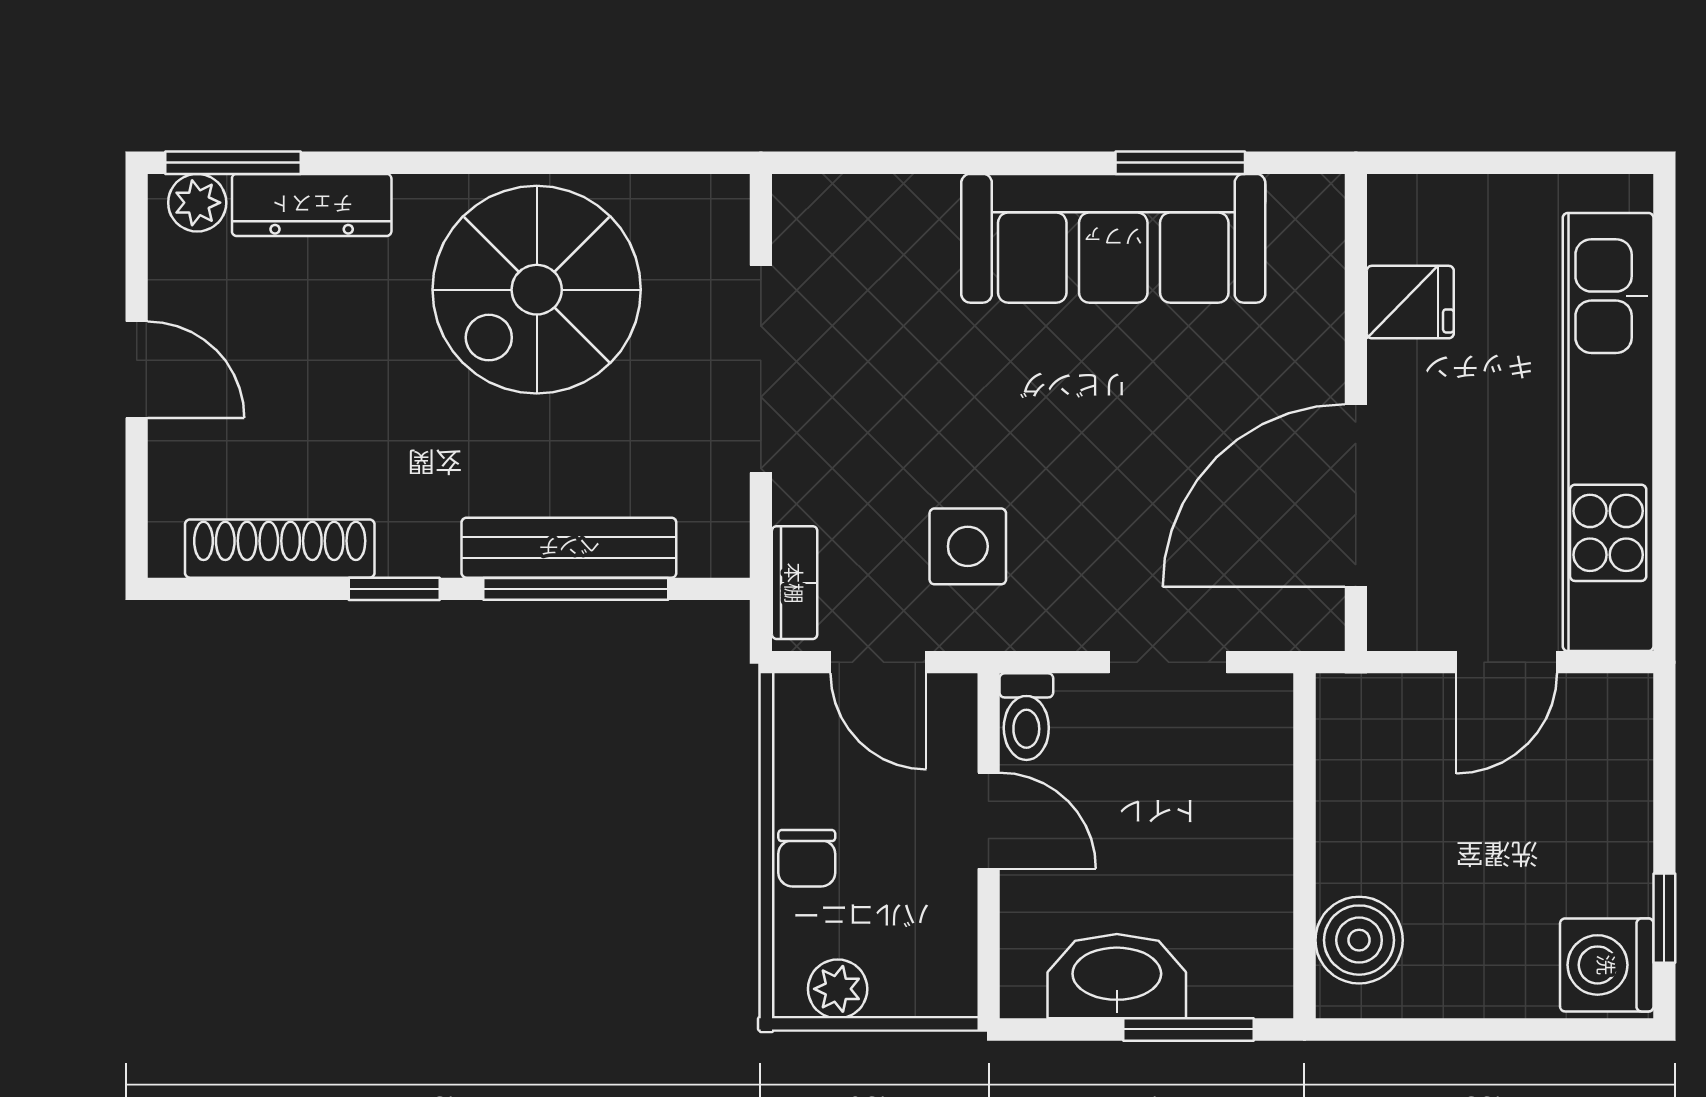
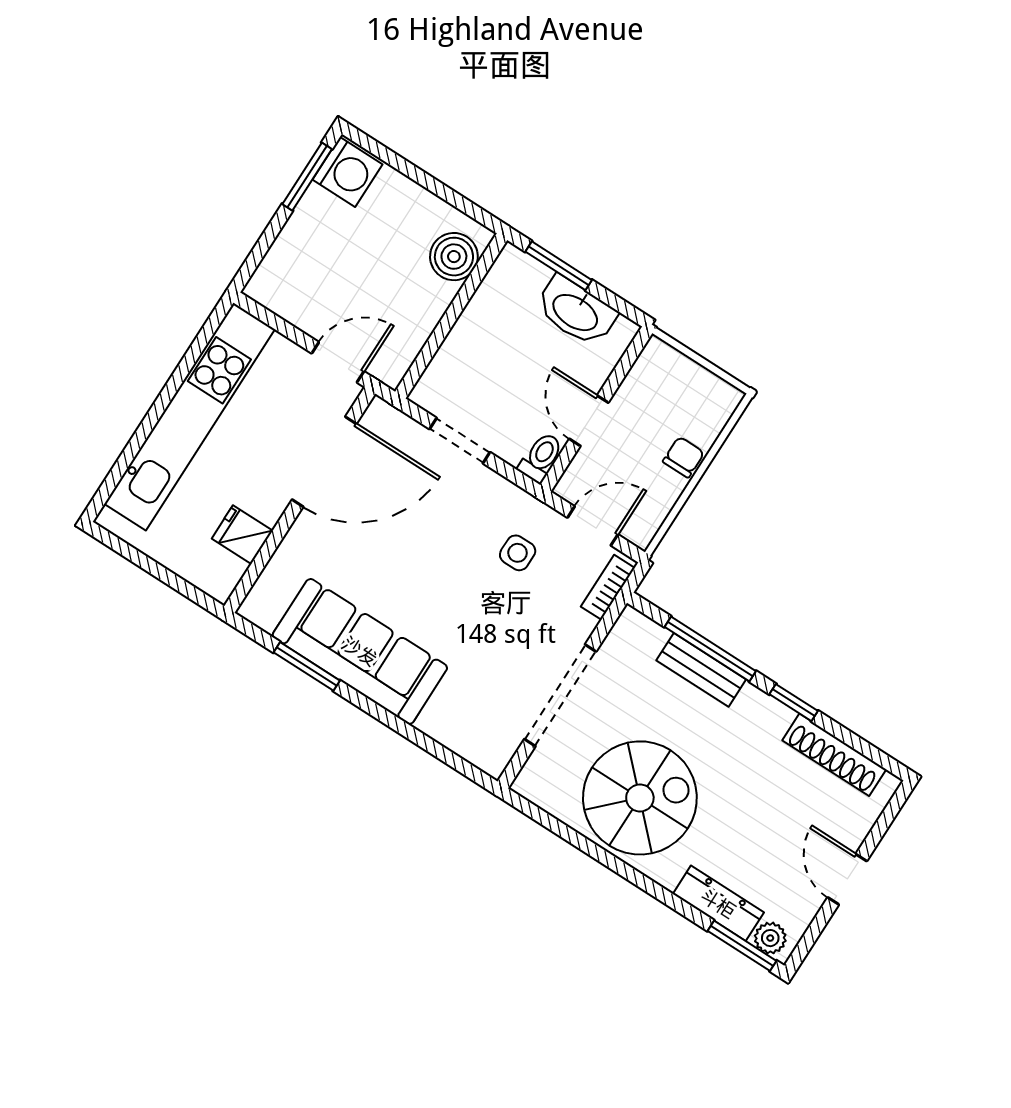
side table: (968, 546) -> (518, 553), width x0.73, depth x0.73
bench: (569, 548) -> (701, 670), width x0.73
door: (878, 662) -> (593, 526), hinge flipped
door: (1507, 662) -> (338, 362), moved
window: (1664, 918) -> (307, 177), width x1.50
plant: (838, 989) -> (708, 388), removed

